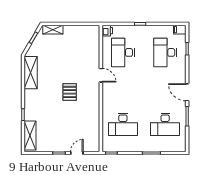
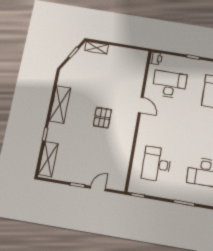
desk: (123, 52) -> (169, 84), turned 90
shelving: (31, 73) -> (60, 104), moved
desk: (123, 124) -> (156, 164), turned 90

